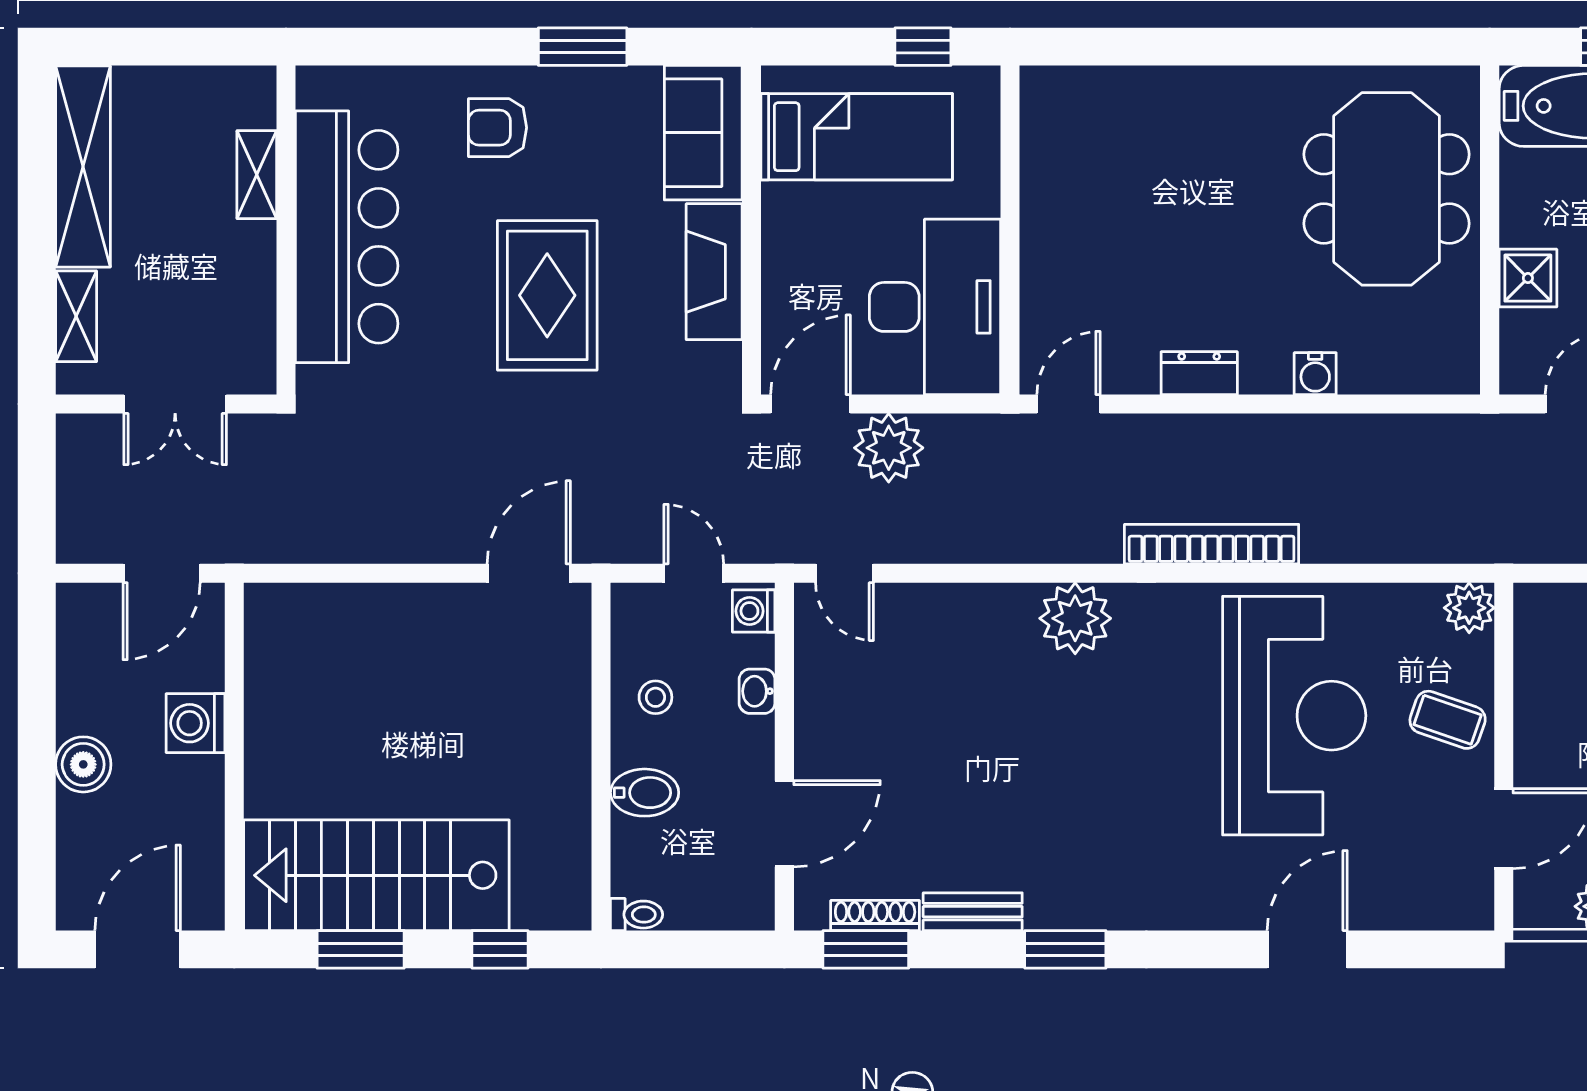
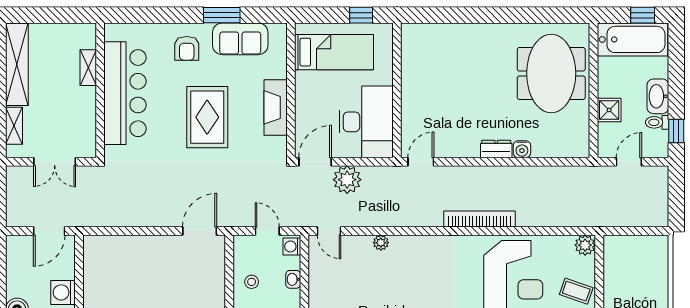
armchair: (497, 128) -> (187, 48), turned -90
sofa: (703, 133) -> (240, 39), moved, turned -90
dresser: (1199, 373) -> (496, 149), moved
plant: (1075, 618) -> (381, 243), moved, width x0.53, depth x0.53

